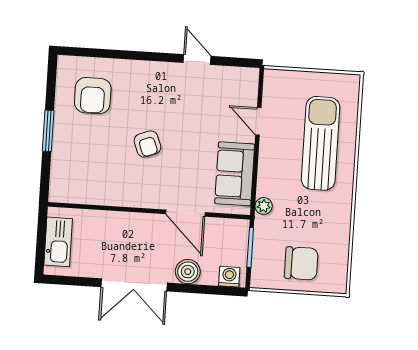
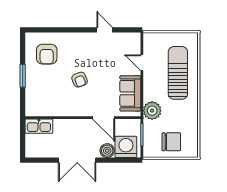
plant: (264, 206) -> (152, 111), width x1.88, depth x1.88
kitchen sink: (58, 242) -> (39, 126), moved, turned 90
washing machine: (229, 277) -> (126, 147), width x1.89, depth x1.89

